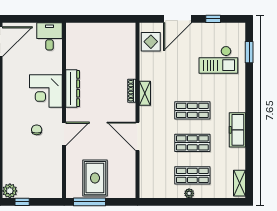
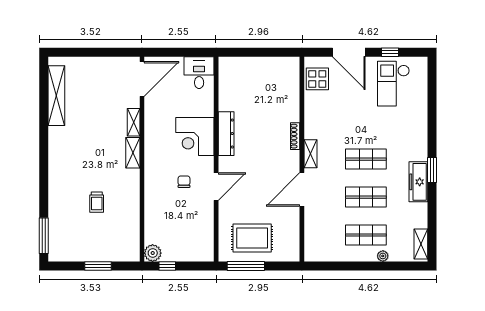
door: (178, 19) -> (349, 52), hinge flipped
window: (249, 52) -> (432, 170), moved
checkout: (218, 60) -> (393, 84), moved, turned 90
shelving: (145, 93) -> (310, 154), moved
door: (138, 136) -> (302, 189), hinge flipped
rug: (95, 178) -> (252, 238), turned 90
plant: (189, 193) -> (383, 256), moved

